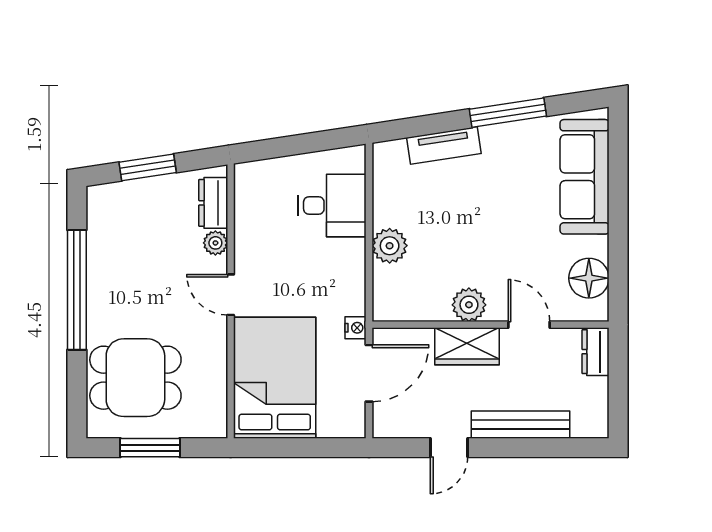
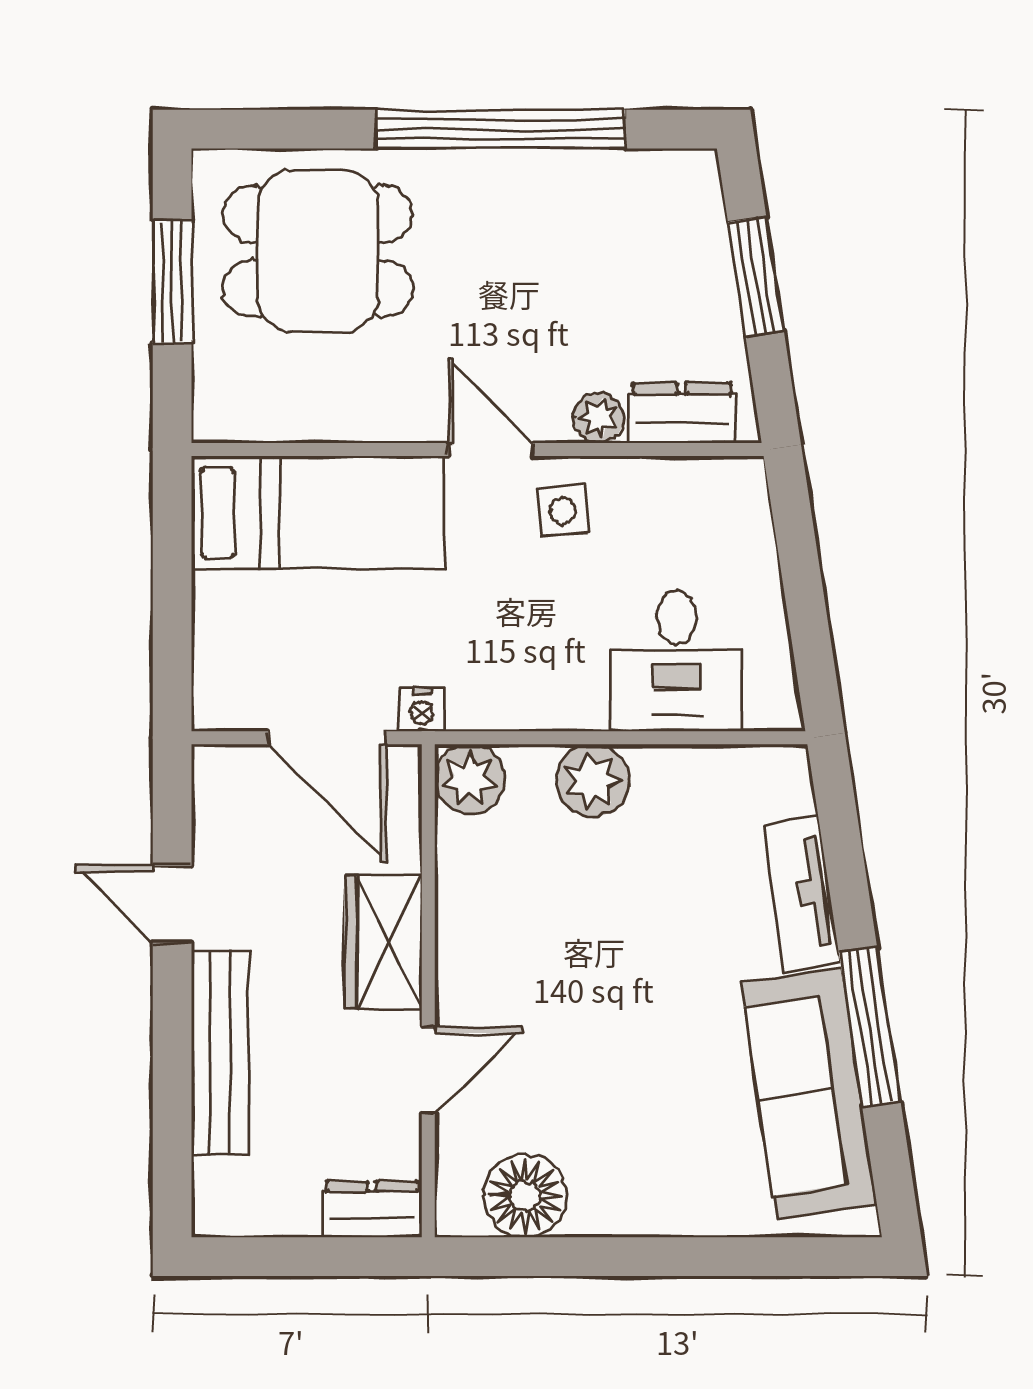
sofa: (585, 177) -> (809, 1093), moved, turned -99
side table: (260, 260) -> (563, 511), added
door: (231, 295) -> (490, 449), hinge flipped
plant: (469, 305) -> (470, 779), moved
dining table: (135, 378) -> (318, 251), turned 90
bed: (275, 378) -> (318, 513), width x0.67

